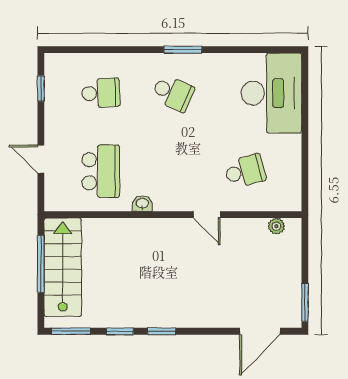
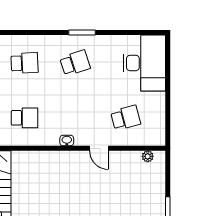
school desk: (173, 93) -> (75, 63), turned -42
school desk: (101, 171) -> (24, 118), width x0.54
washbasin: (142, 204) -> (67, 141), moved

